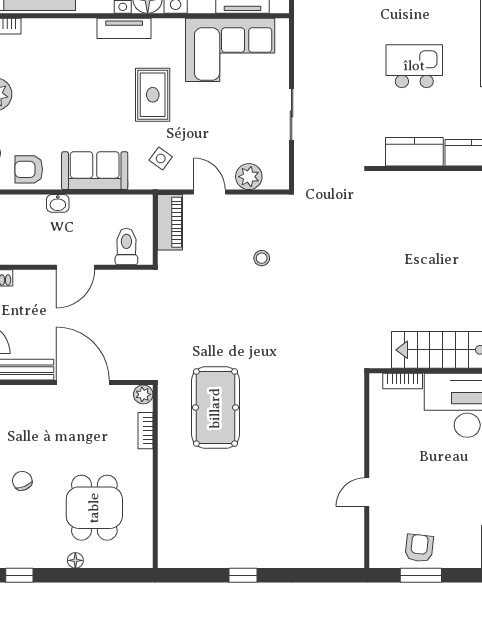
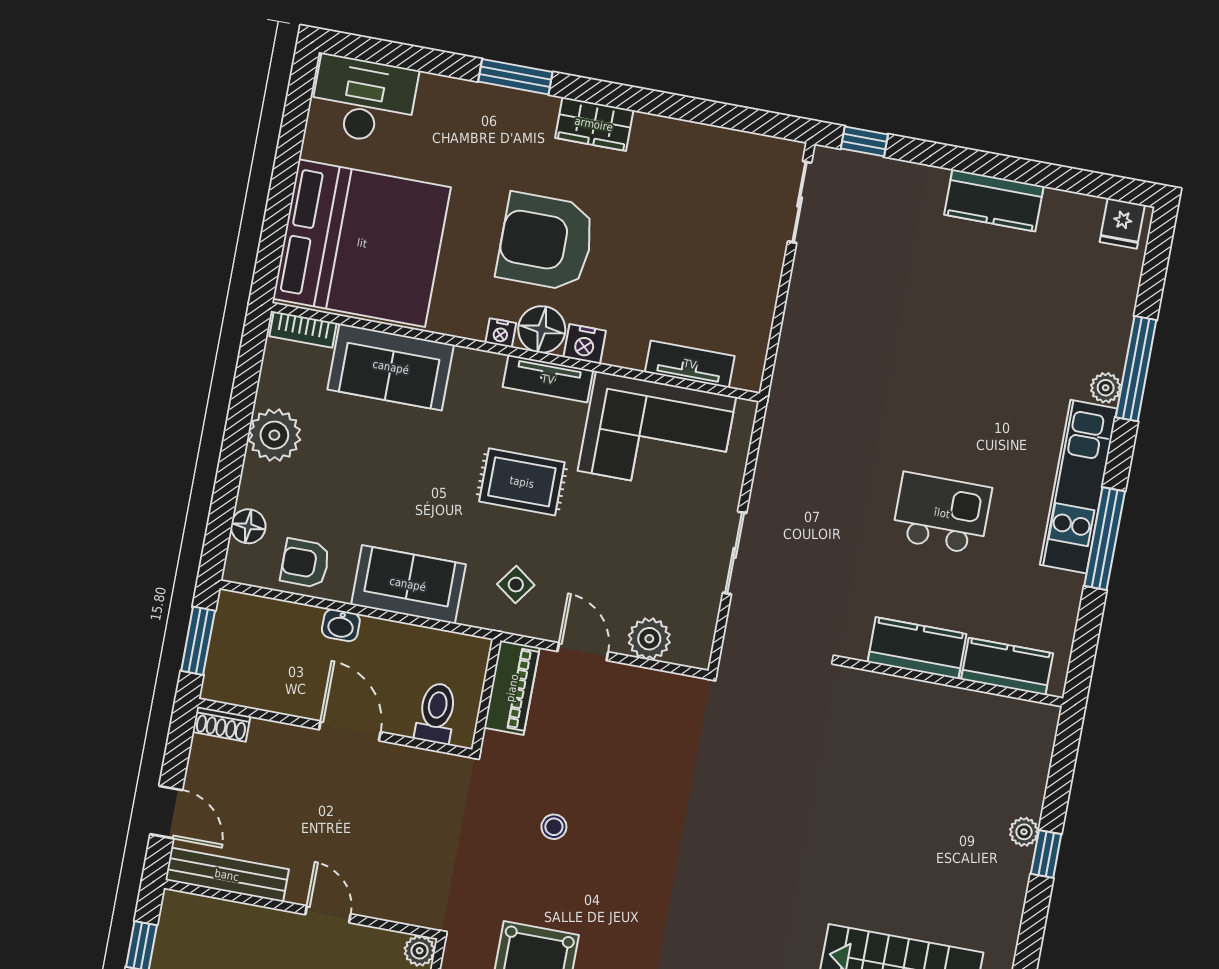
tv unit: (124, 28) -> (548, 379), moved
sofa: (59, 39) -> (391, 367), added
rug: (153, 95) -> (522, 482), turned 90
stool: (262, 258) -> (554, 827), moved
door: (75, 267) -> (350, 731), swing flipped
door: (83, 382) -> (328, 914), width x0.53

